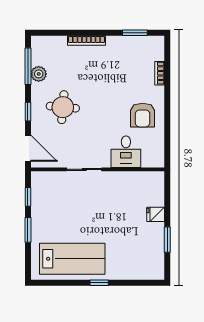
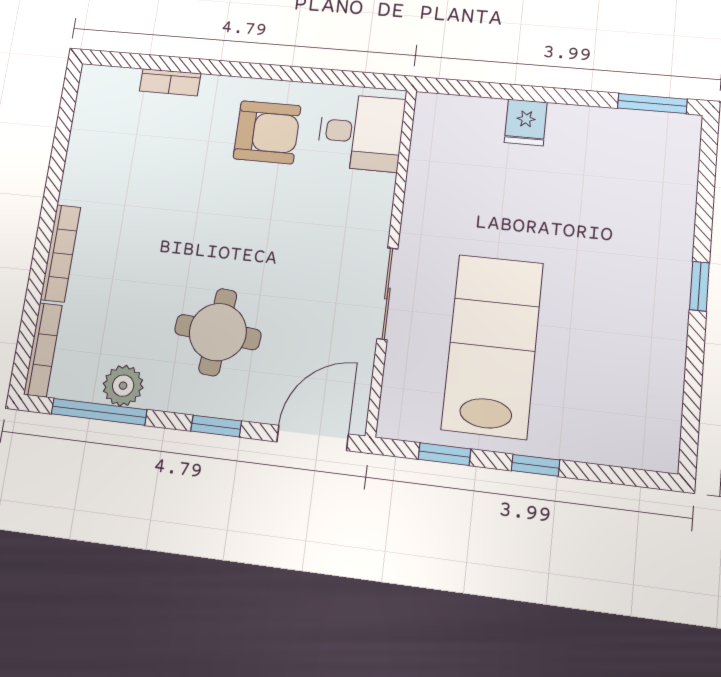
window: (135, 33) -> (63, 133), removed
bookcase: (49, 40) -> (43, 350), added
desk: (126, 152) -> (361, 132), moved
window: (28, 230) -> (536, 465), width x0.67
window: (167, 240) -> (652, 104), moved
lab bench: (72, 259) -> (493, 346), moved

